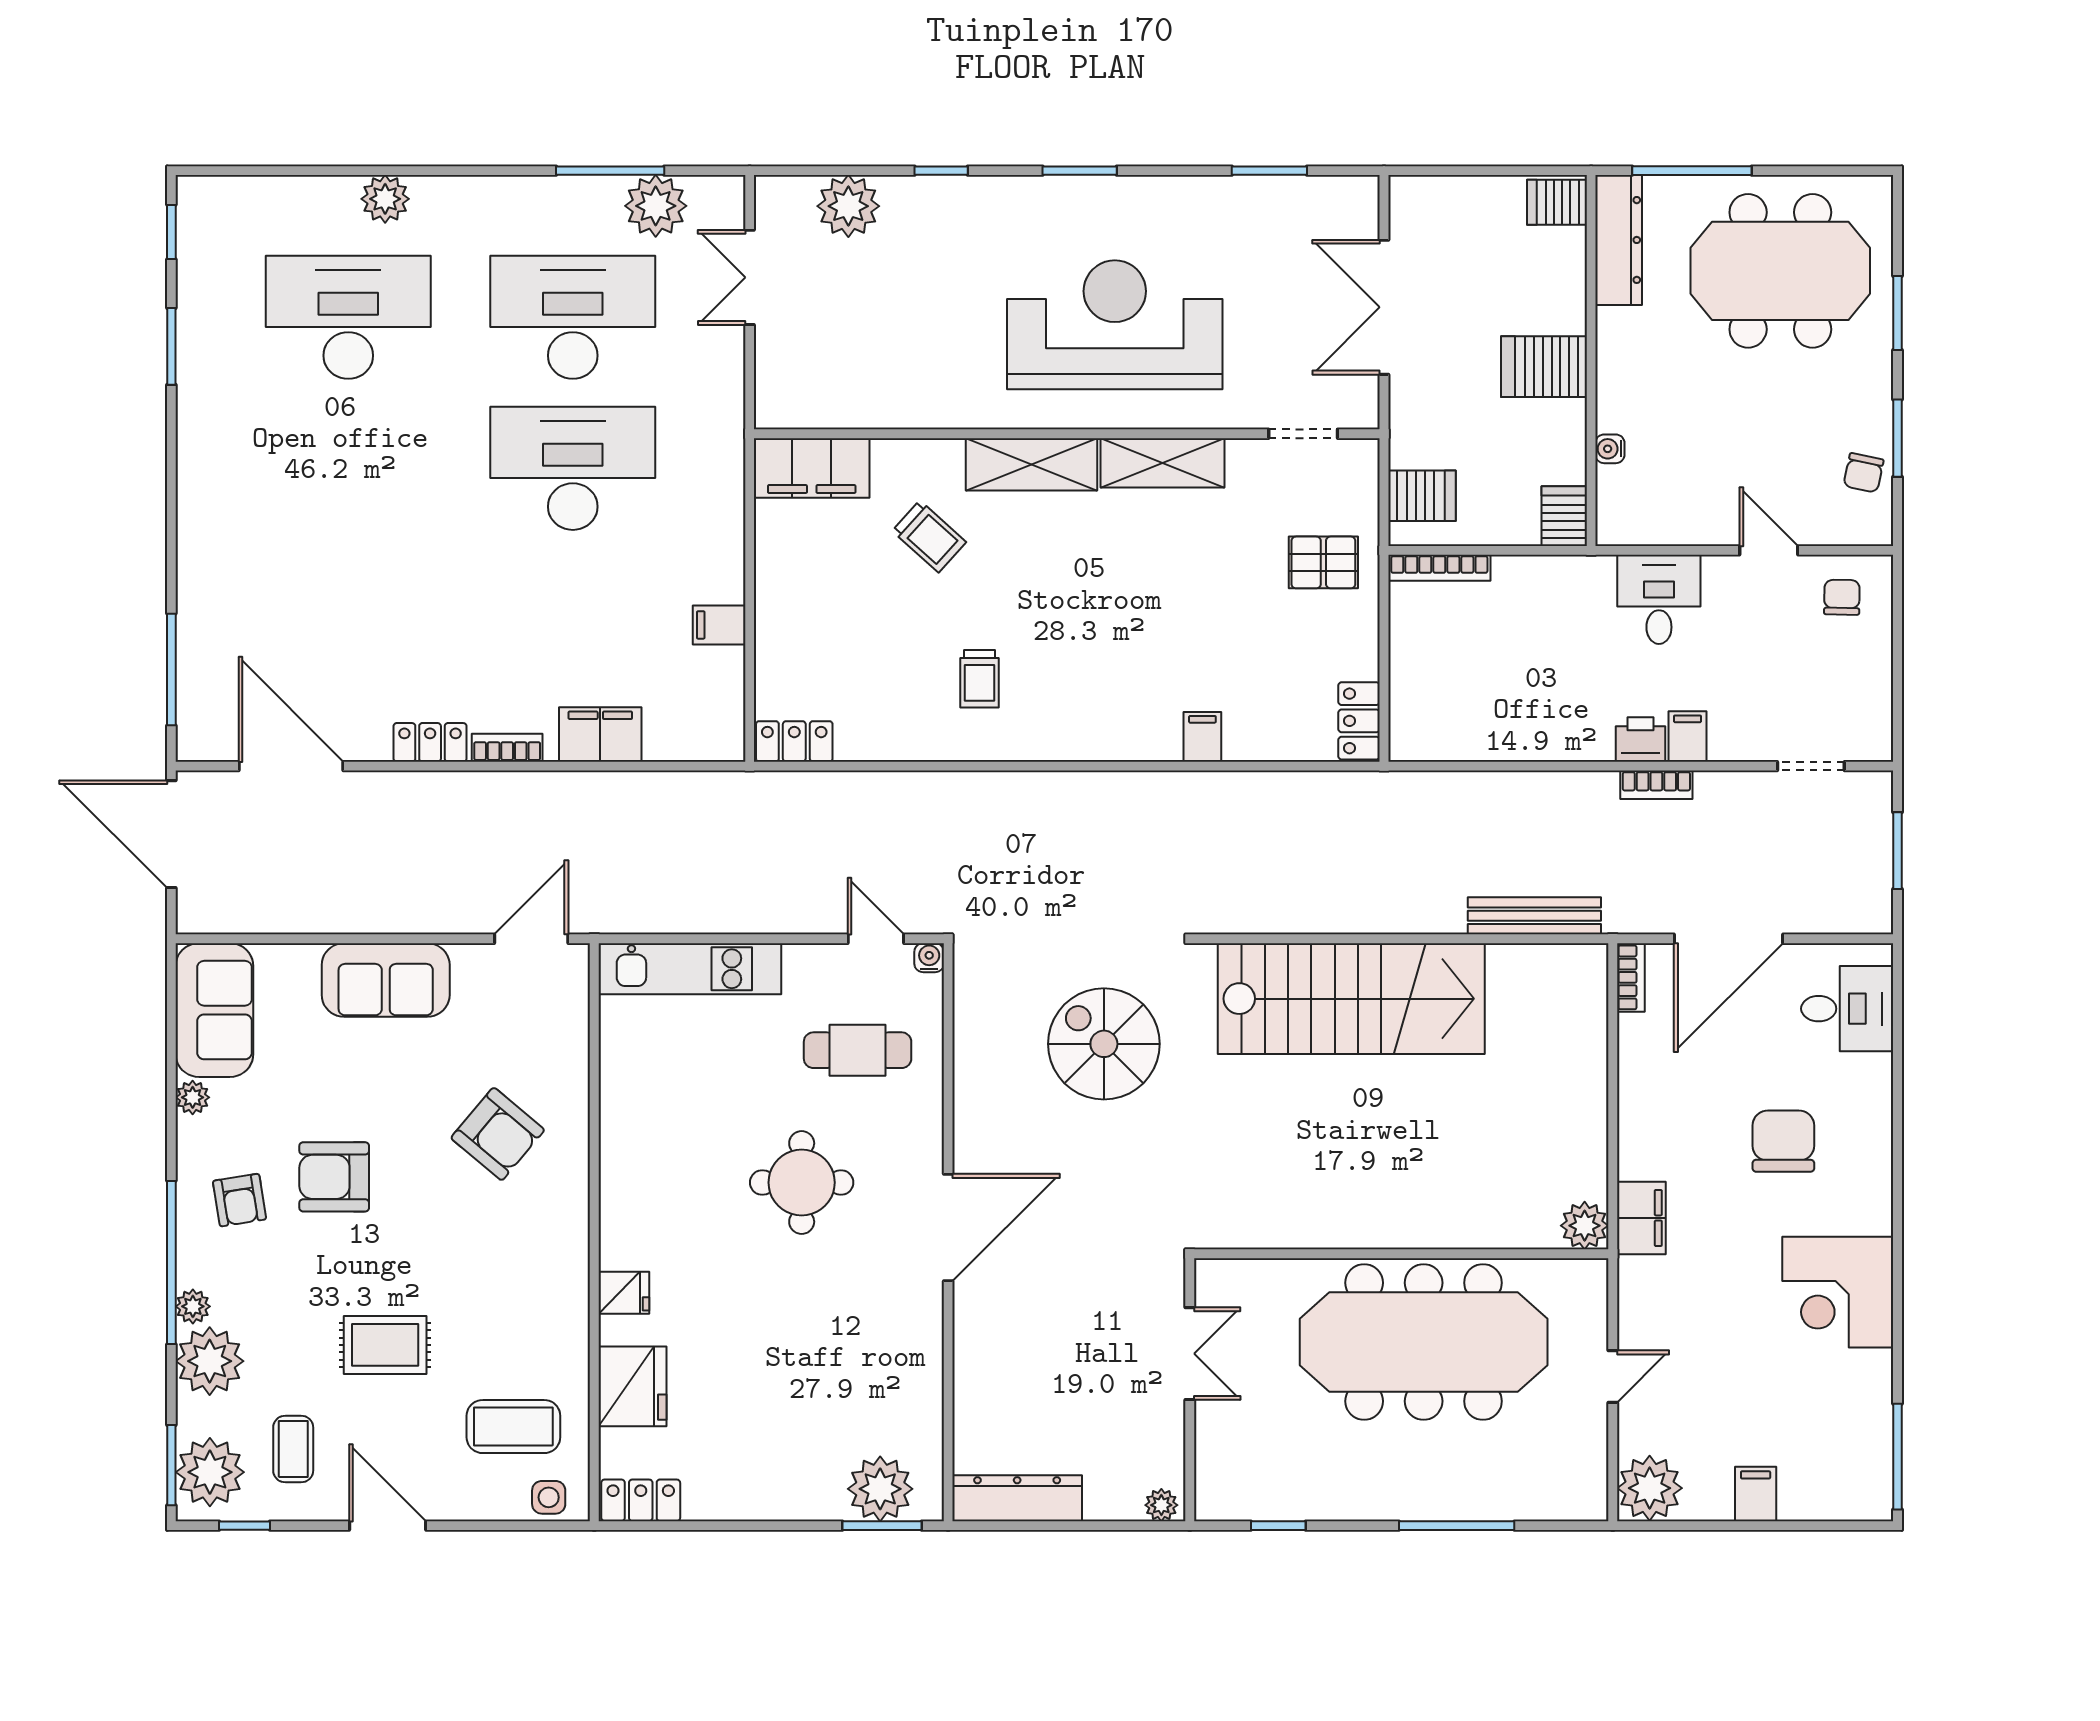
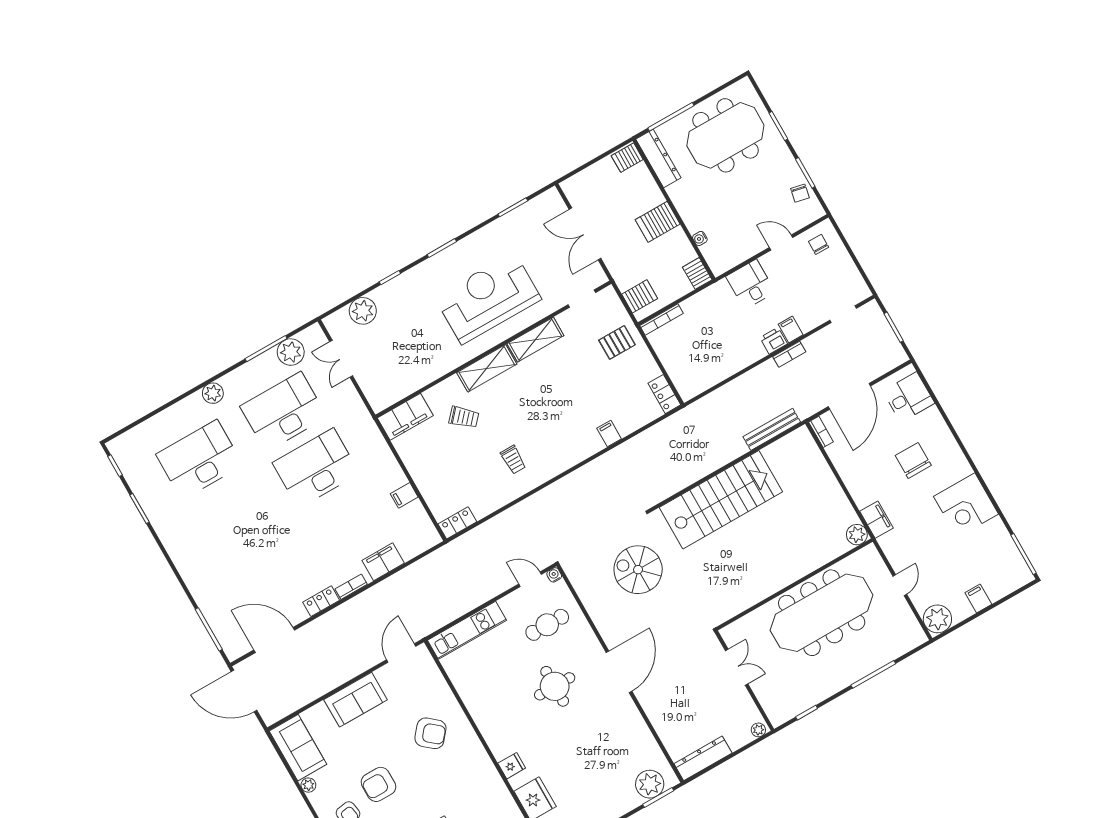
plant: (385, 199) -> (213, 393), moved

